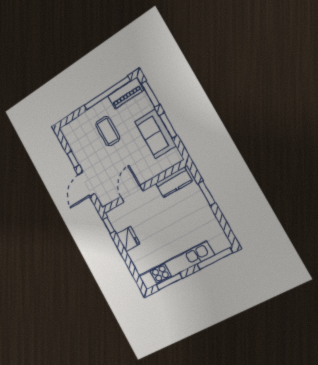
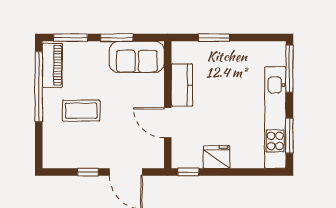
sofa: (155, 134) -> (137, 57), moved
kitchen counter: (174, 182) -> (182, 85), moved

